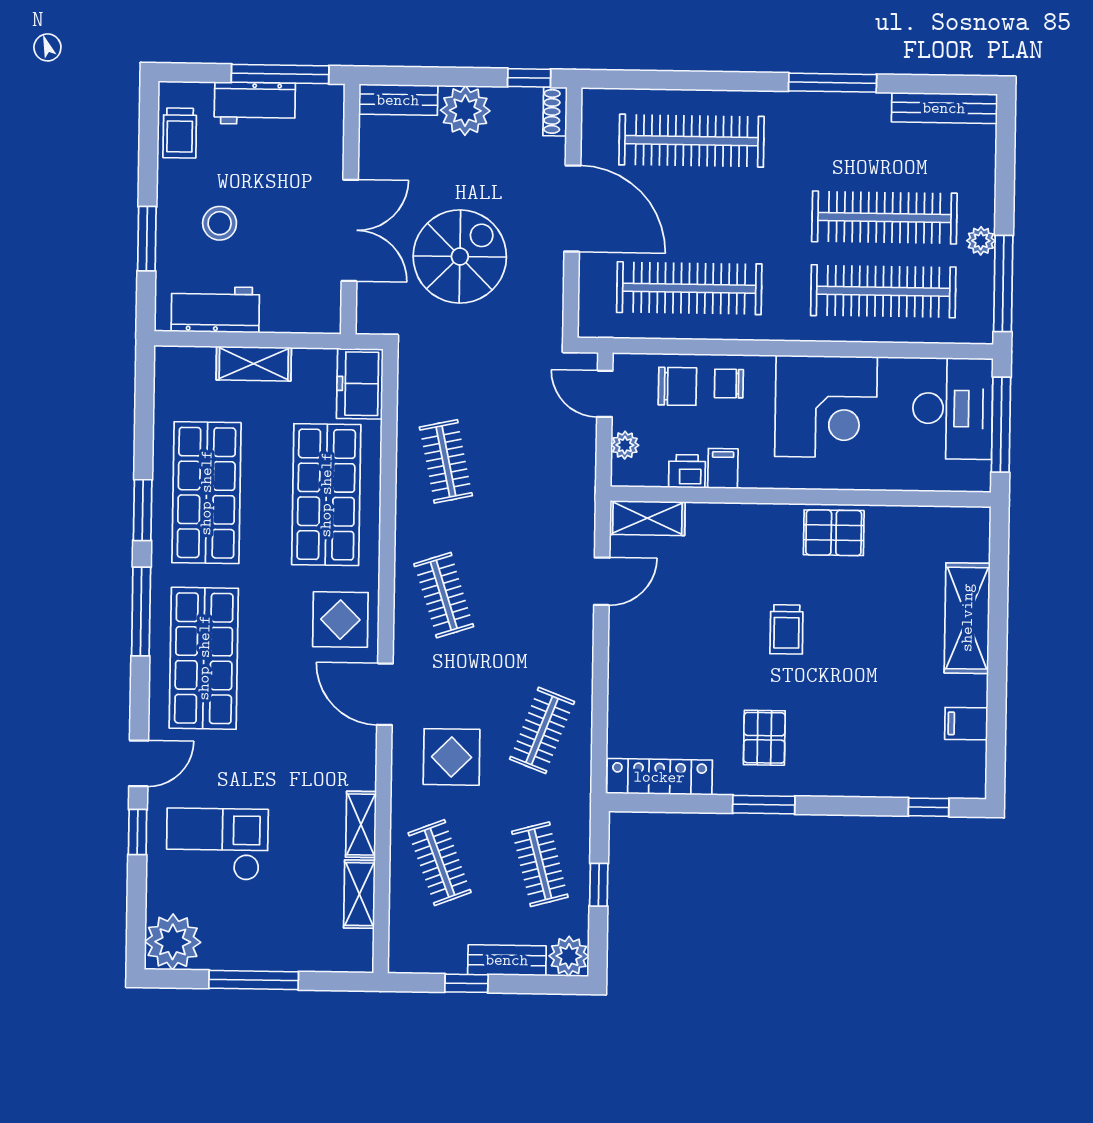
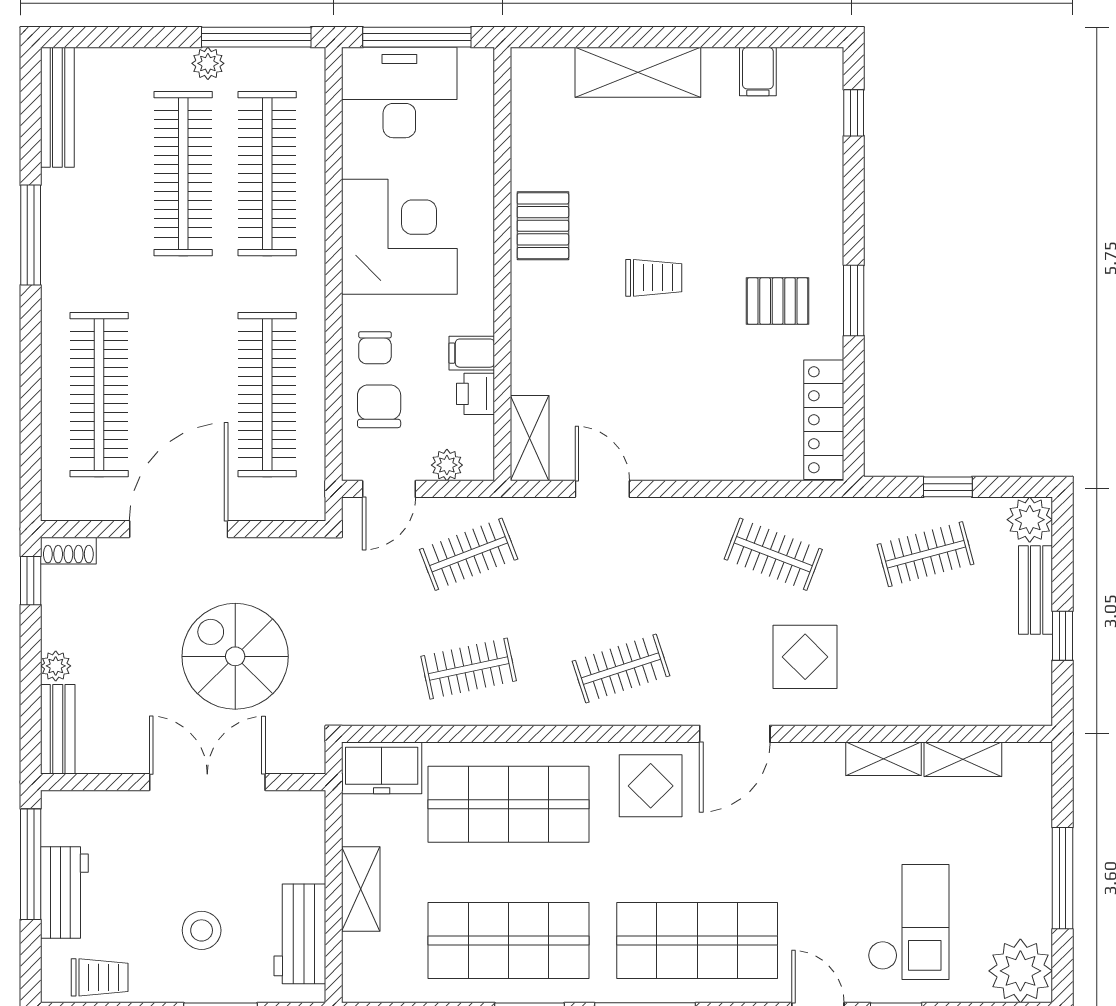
plant: (465, 111) -> (56, 666), width x0.53, depth x0.53
checkout: (217, 844) -> (909, 922), turned 180
clothes rail: (440, 863) -> (469, 554), moved

